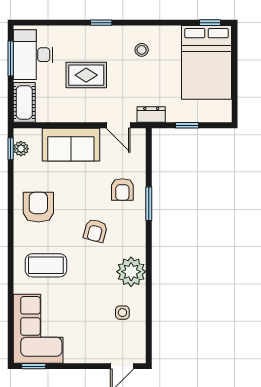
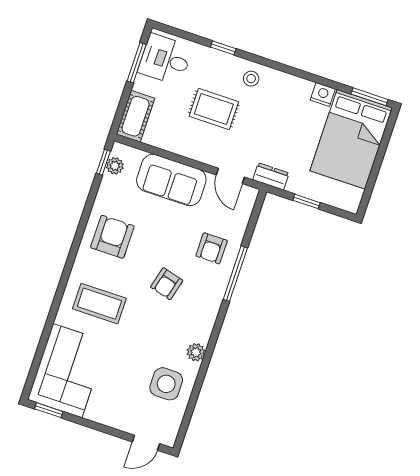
window: (101, 23) -> (223, 48), moved
window: (210, 23) -> (370, 97), width x1.50
nightstand: (171, 34) -> (323, 94), added
stool: (142, 50) -> (251, 79), moved
desk: (33, 55) -> (165, 59), width x0.73
window: (149, 204) -> (235, 274), width x1.44
plant: (131, 272) -> (196, 352), width x0.53, depth x0.53
side table: (122, 313) -> (166, 384), width x1.87, depth x1.87

